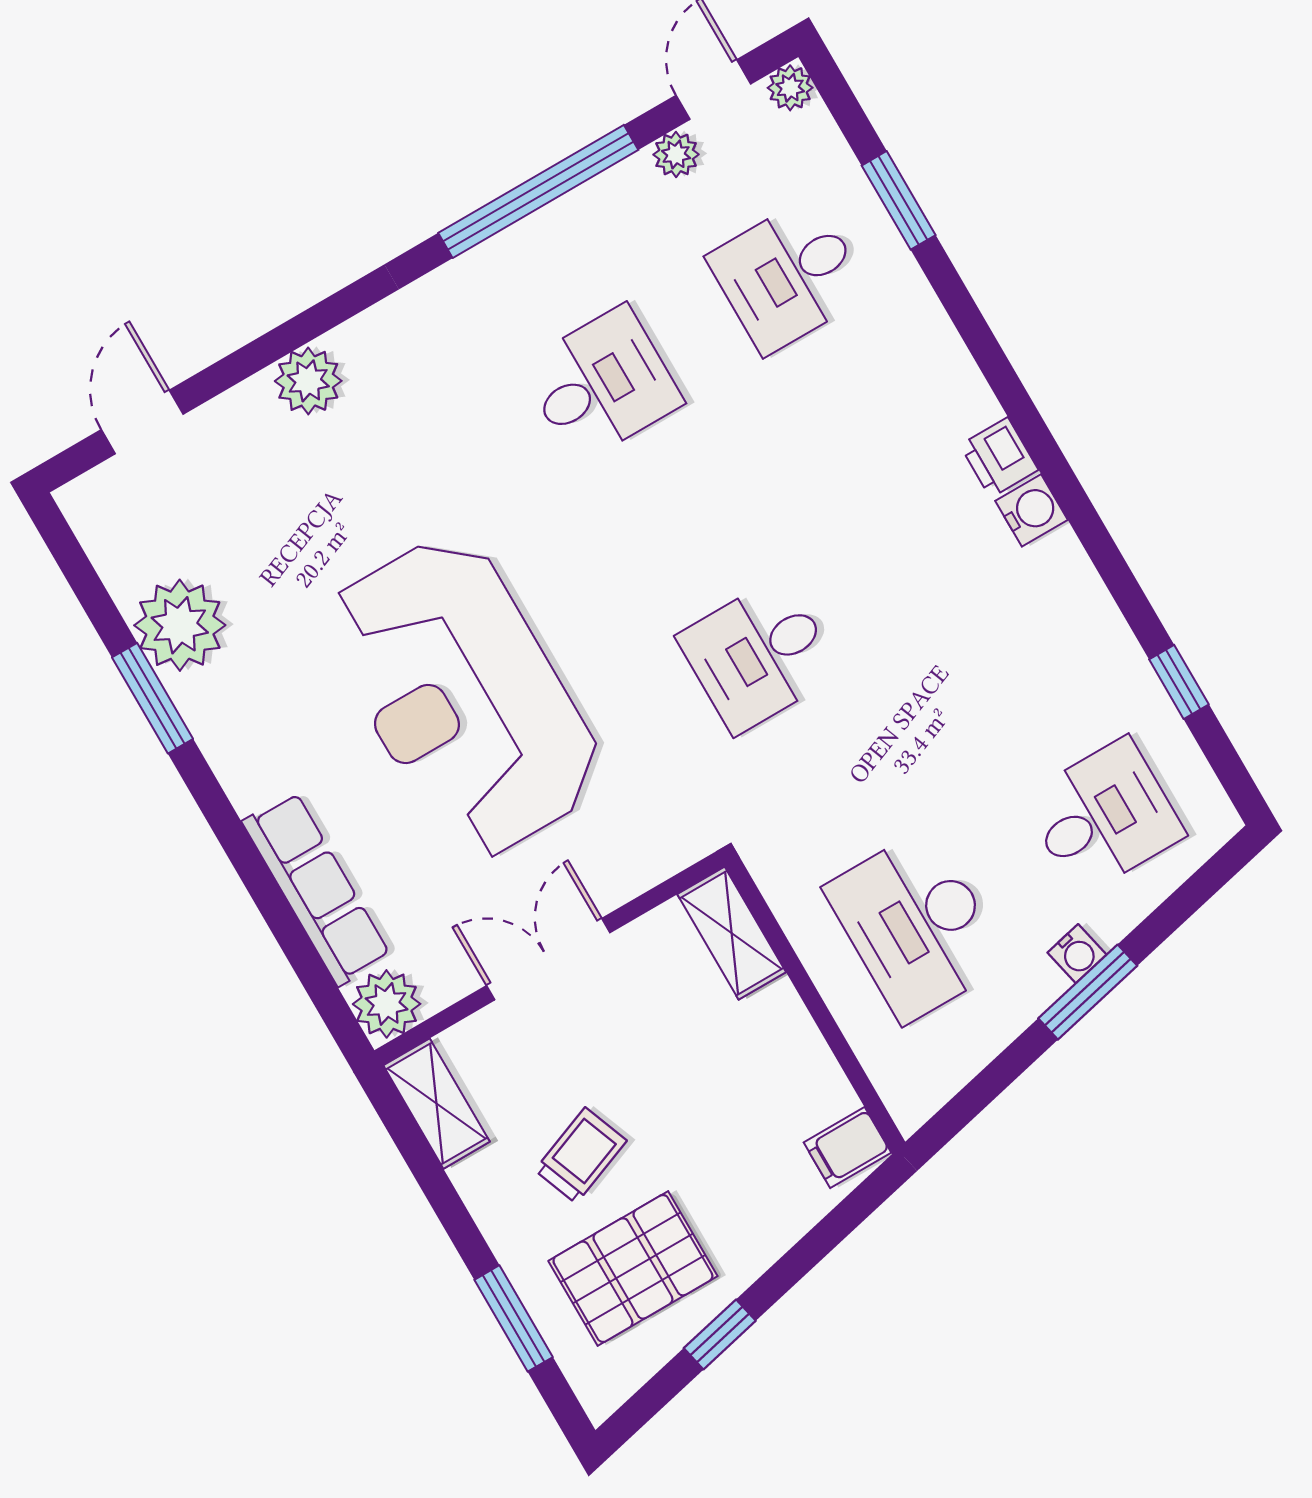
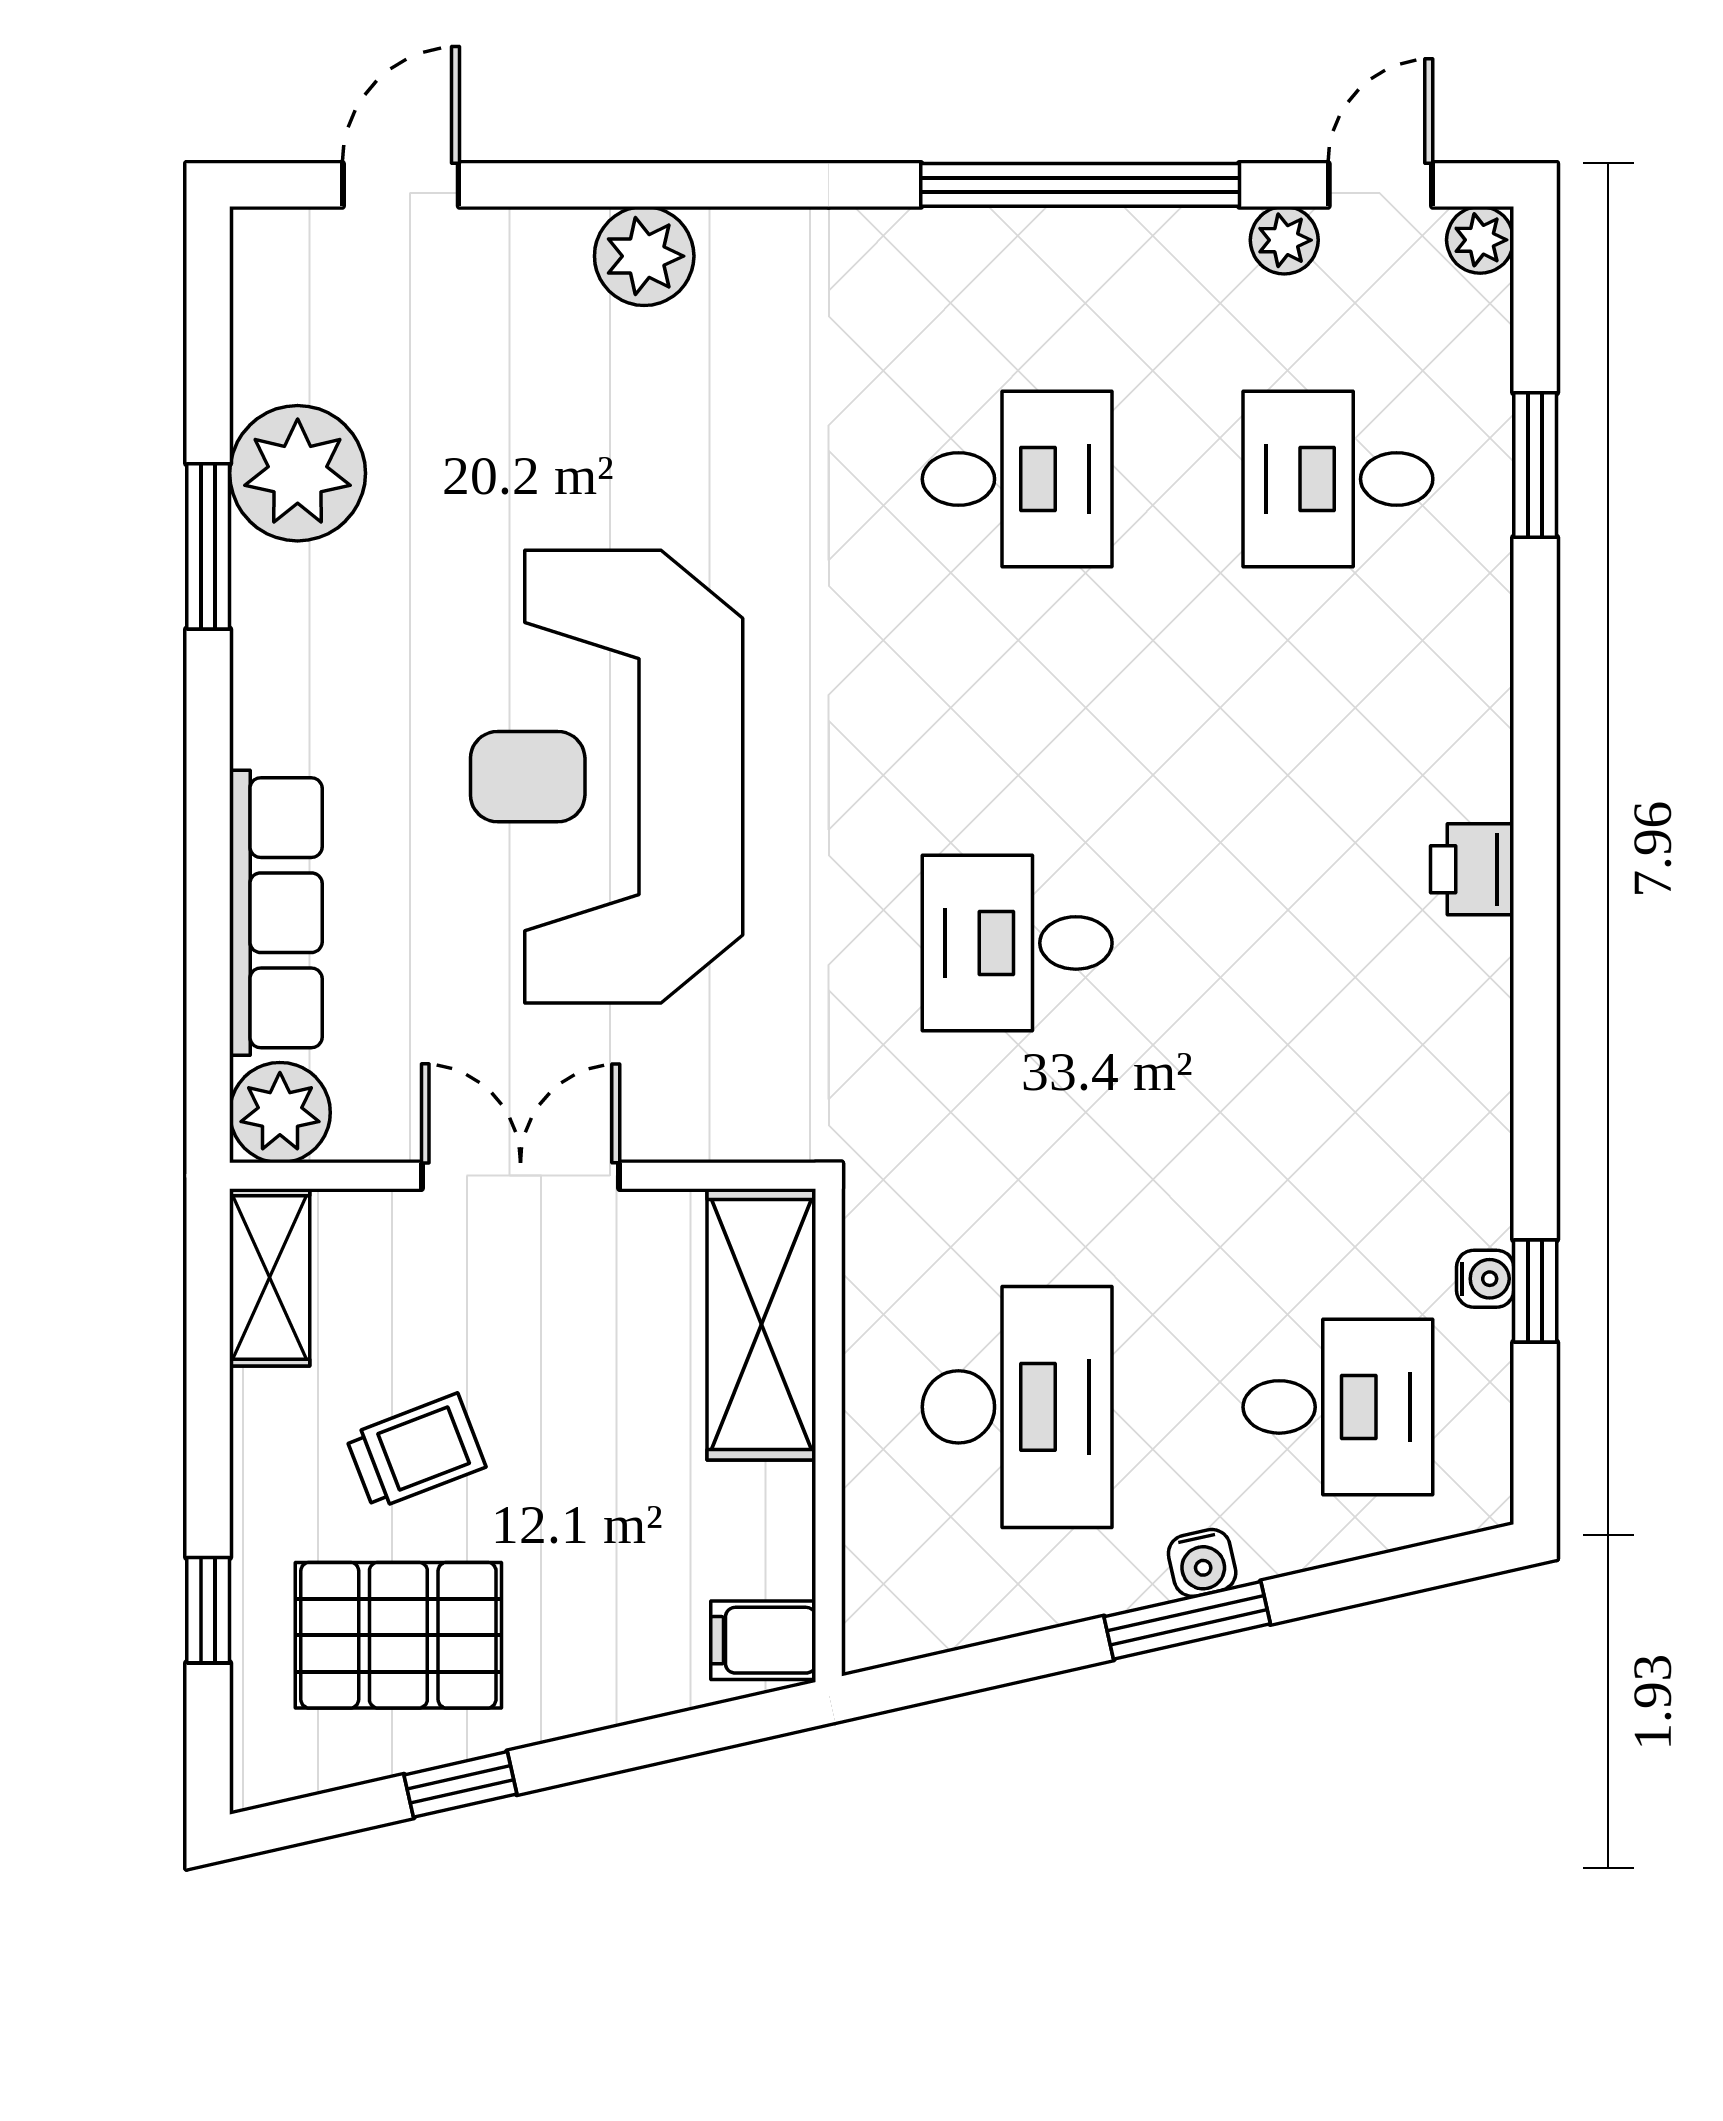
water cooler: (1031, 510) -> (1485, 1279), moved, width x0.72, depth x0.72
desk: (916, 925) -> (1017, 1407), turned 180
shelving: (732, 933) -> (761, 1324), width x1.50, depth x1.33
window: (514, 1318) -> (208, 1610), width x0.67

